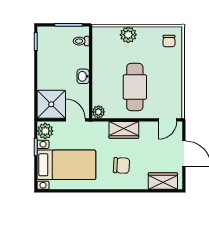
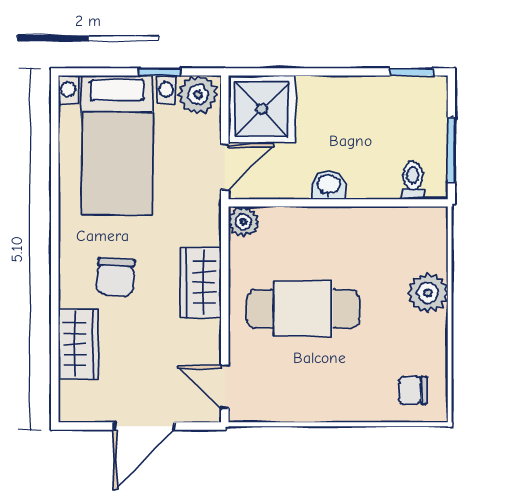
wardrobe: (163, 181) -> (78, 344), moved

